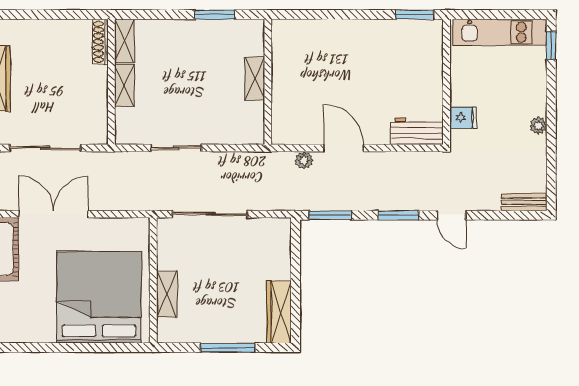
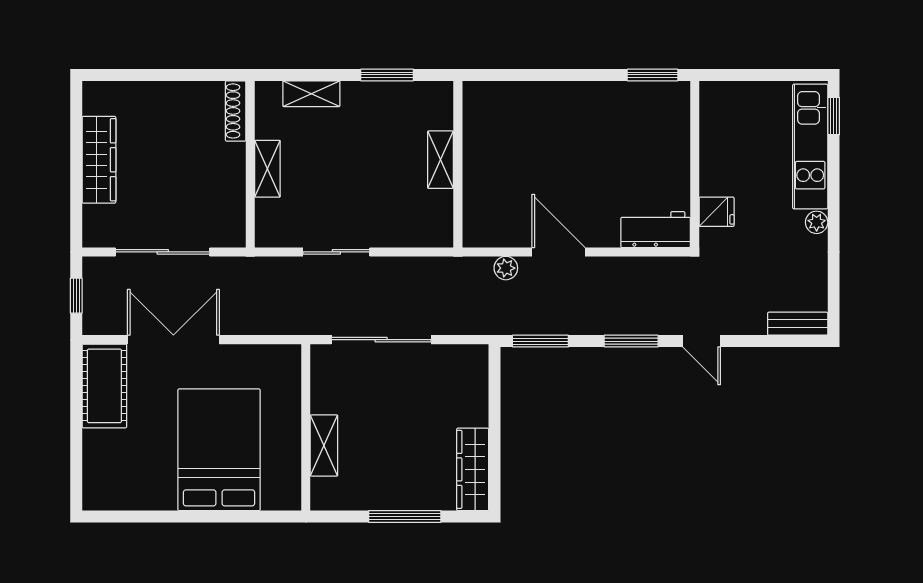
kitchen unit: (500, 32) -> (810, 147), moved, turned 90
shelving: (124, 41) -> (311, 94), moved, turned 90
bed: (99, 297) -> (219, 450), width x0.73

